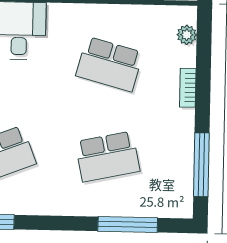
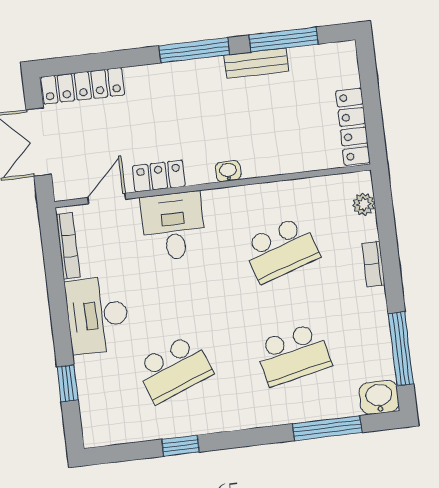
school desk: (109, 64) -> (281, 250), turned -33
washbasin: (177, 204) -> (379, 397), added

